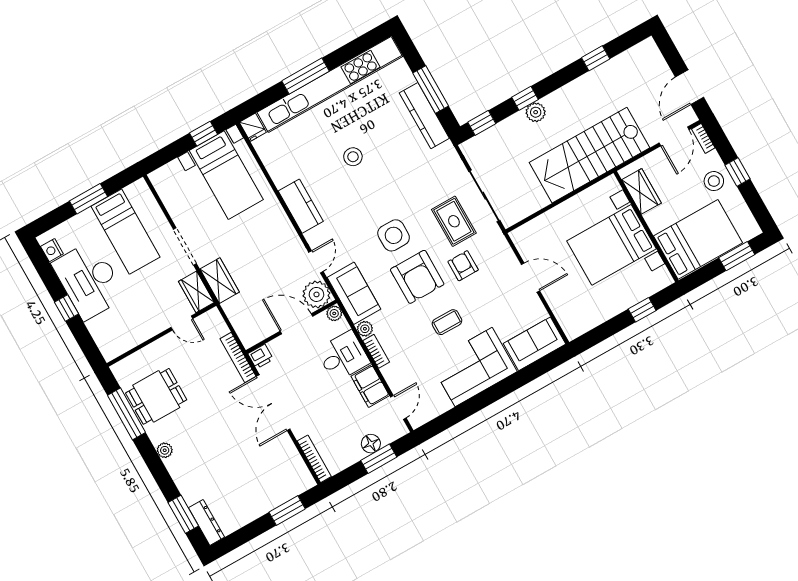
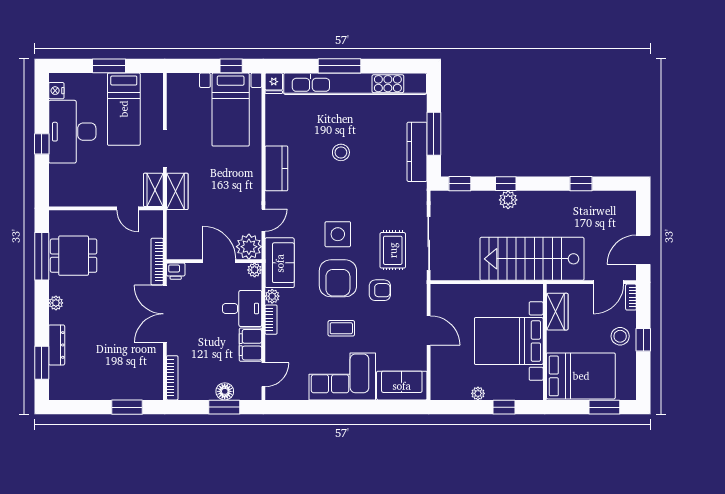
armchair: (463, 266) -> (380, 290), turned 90
plant: (610, 311) -> (478, 393), added
dresser: (206, 522) -> (57, 345), moved

